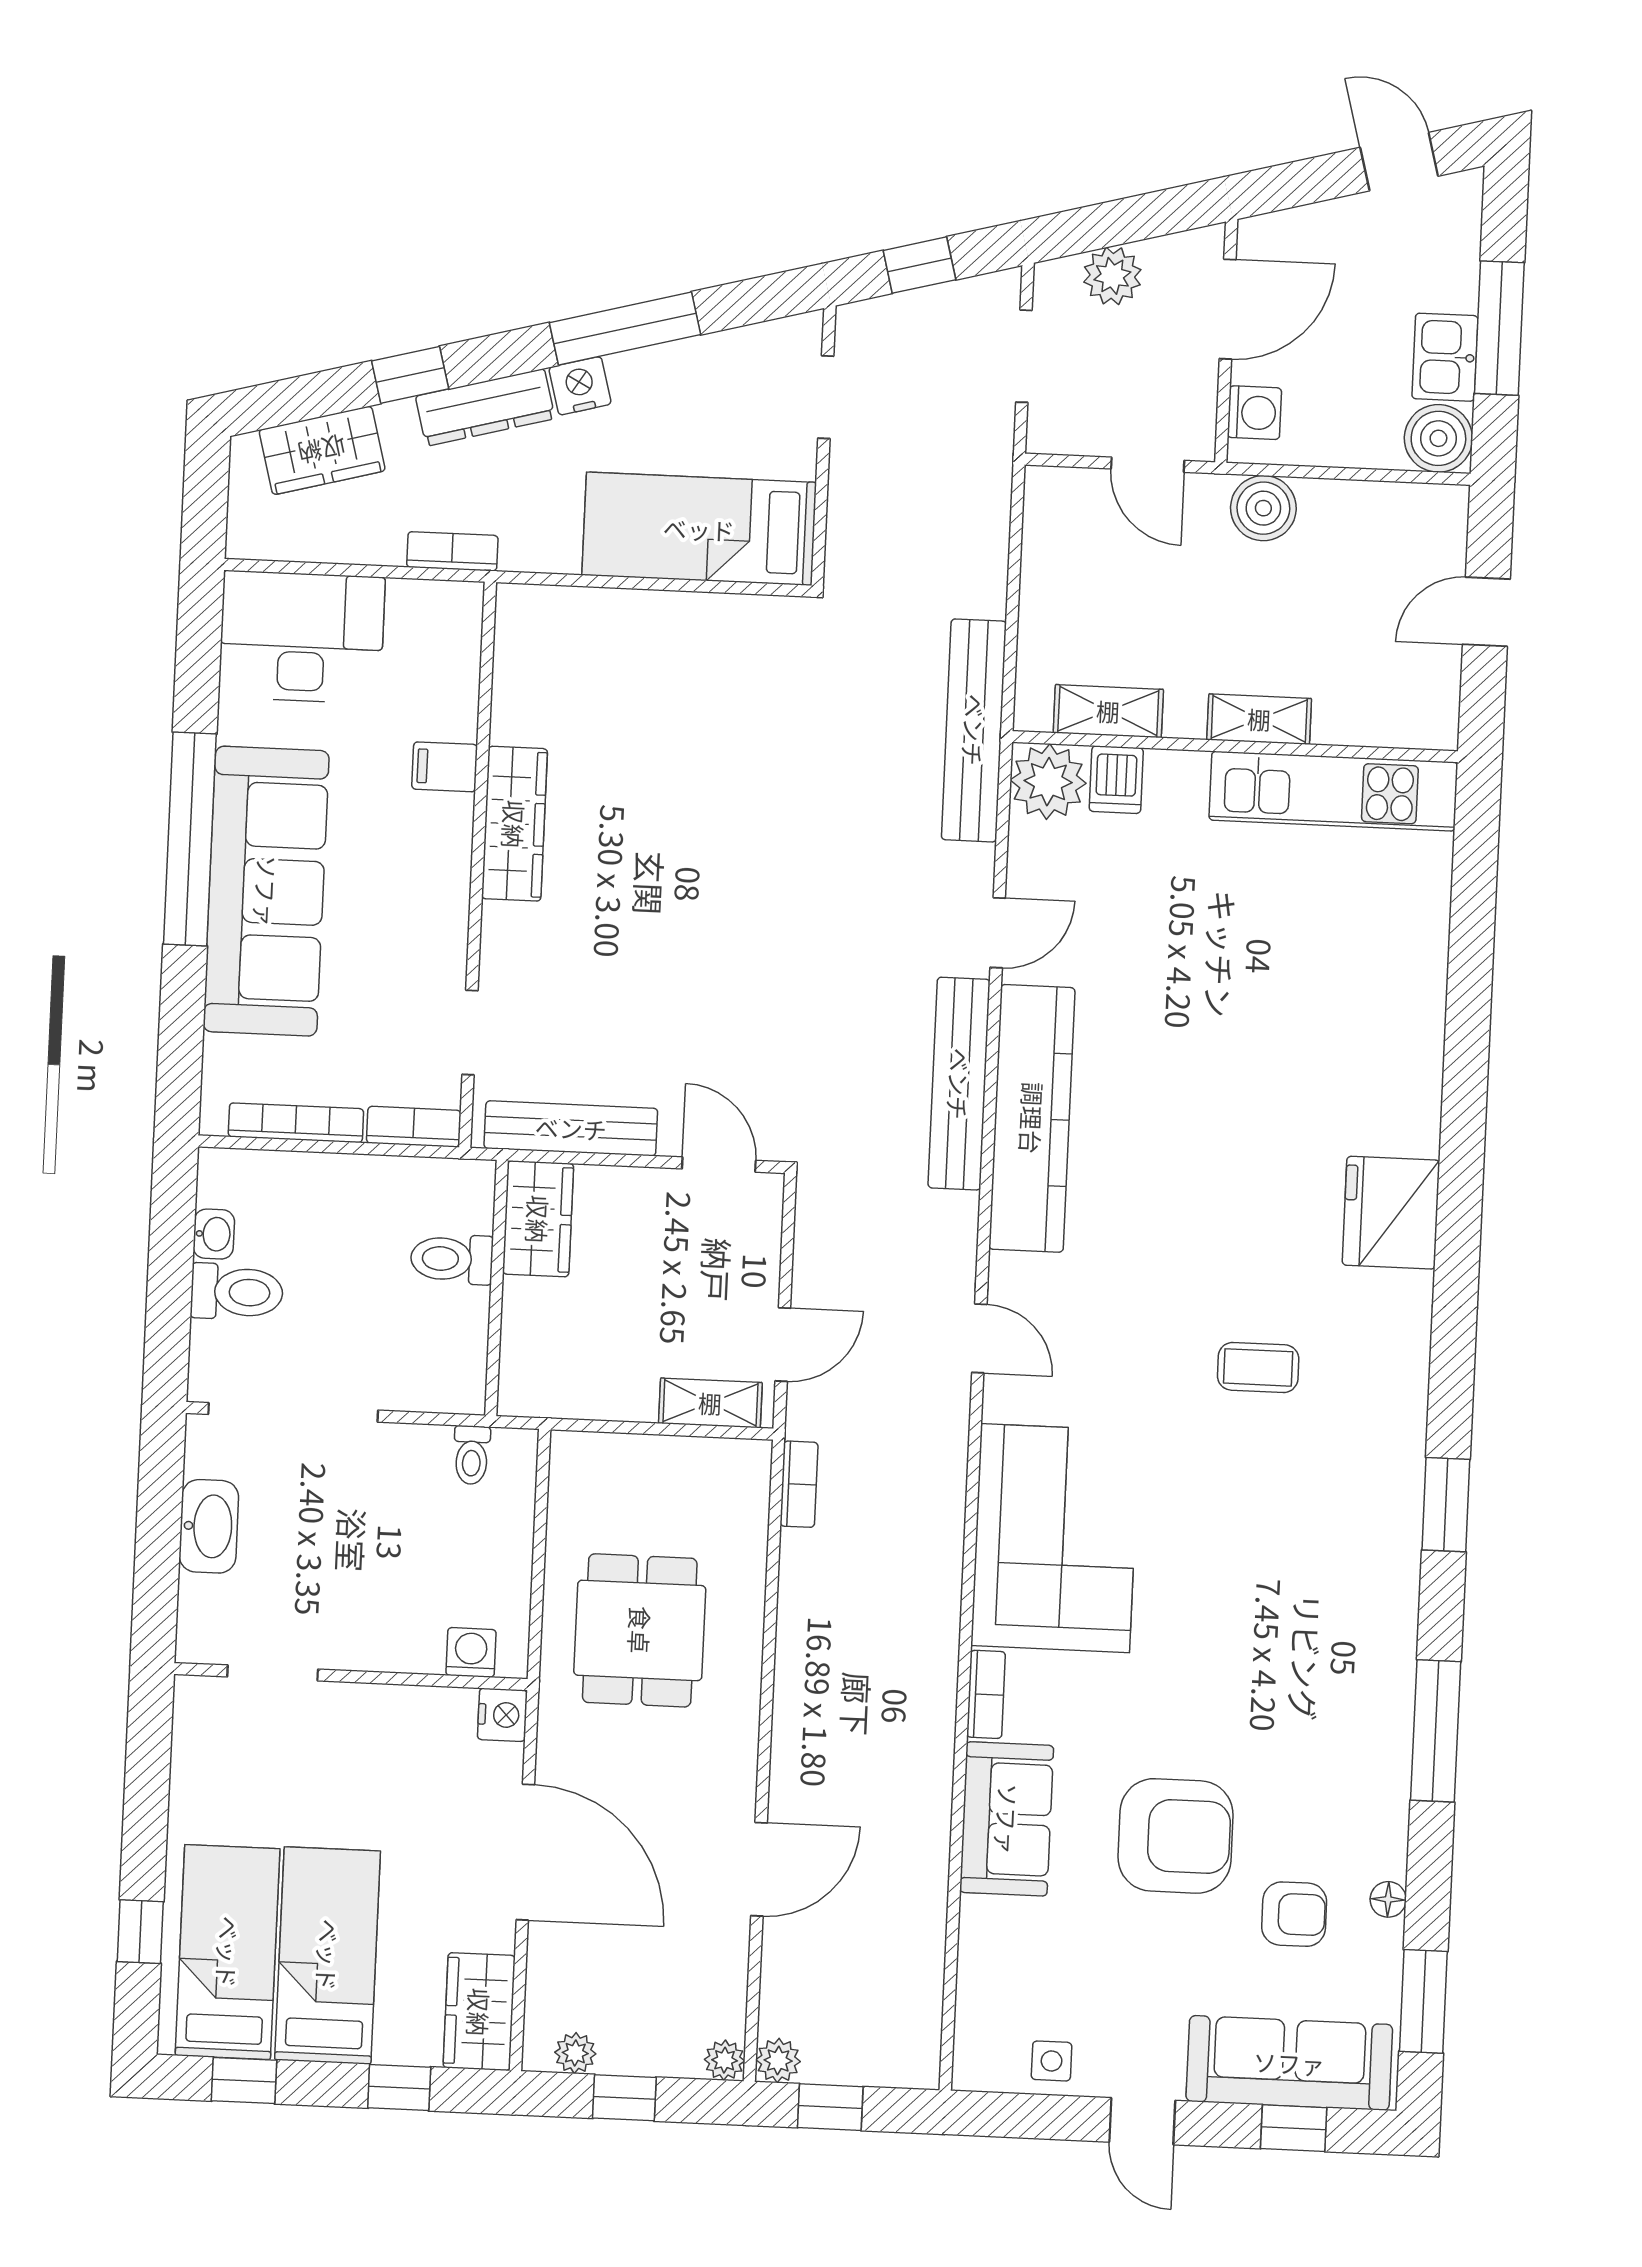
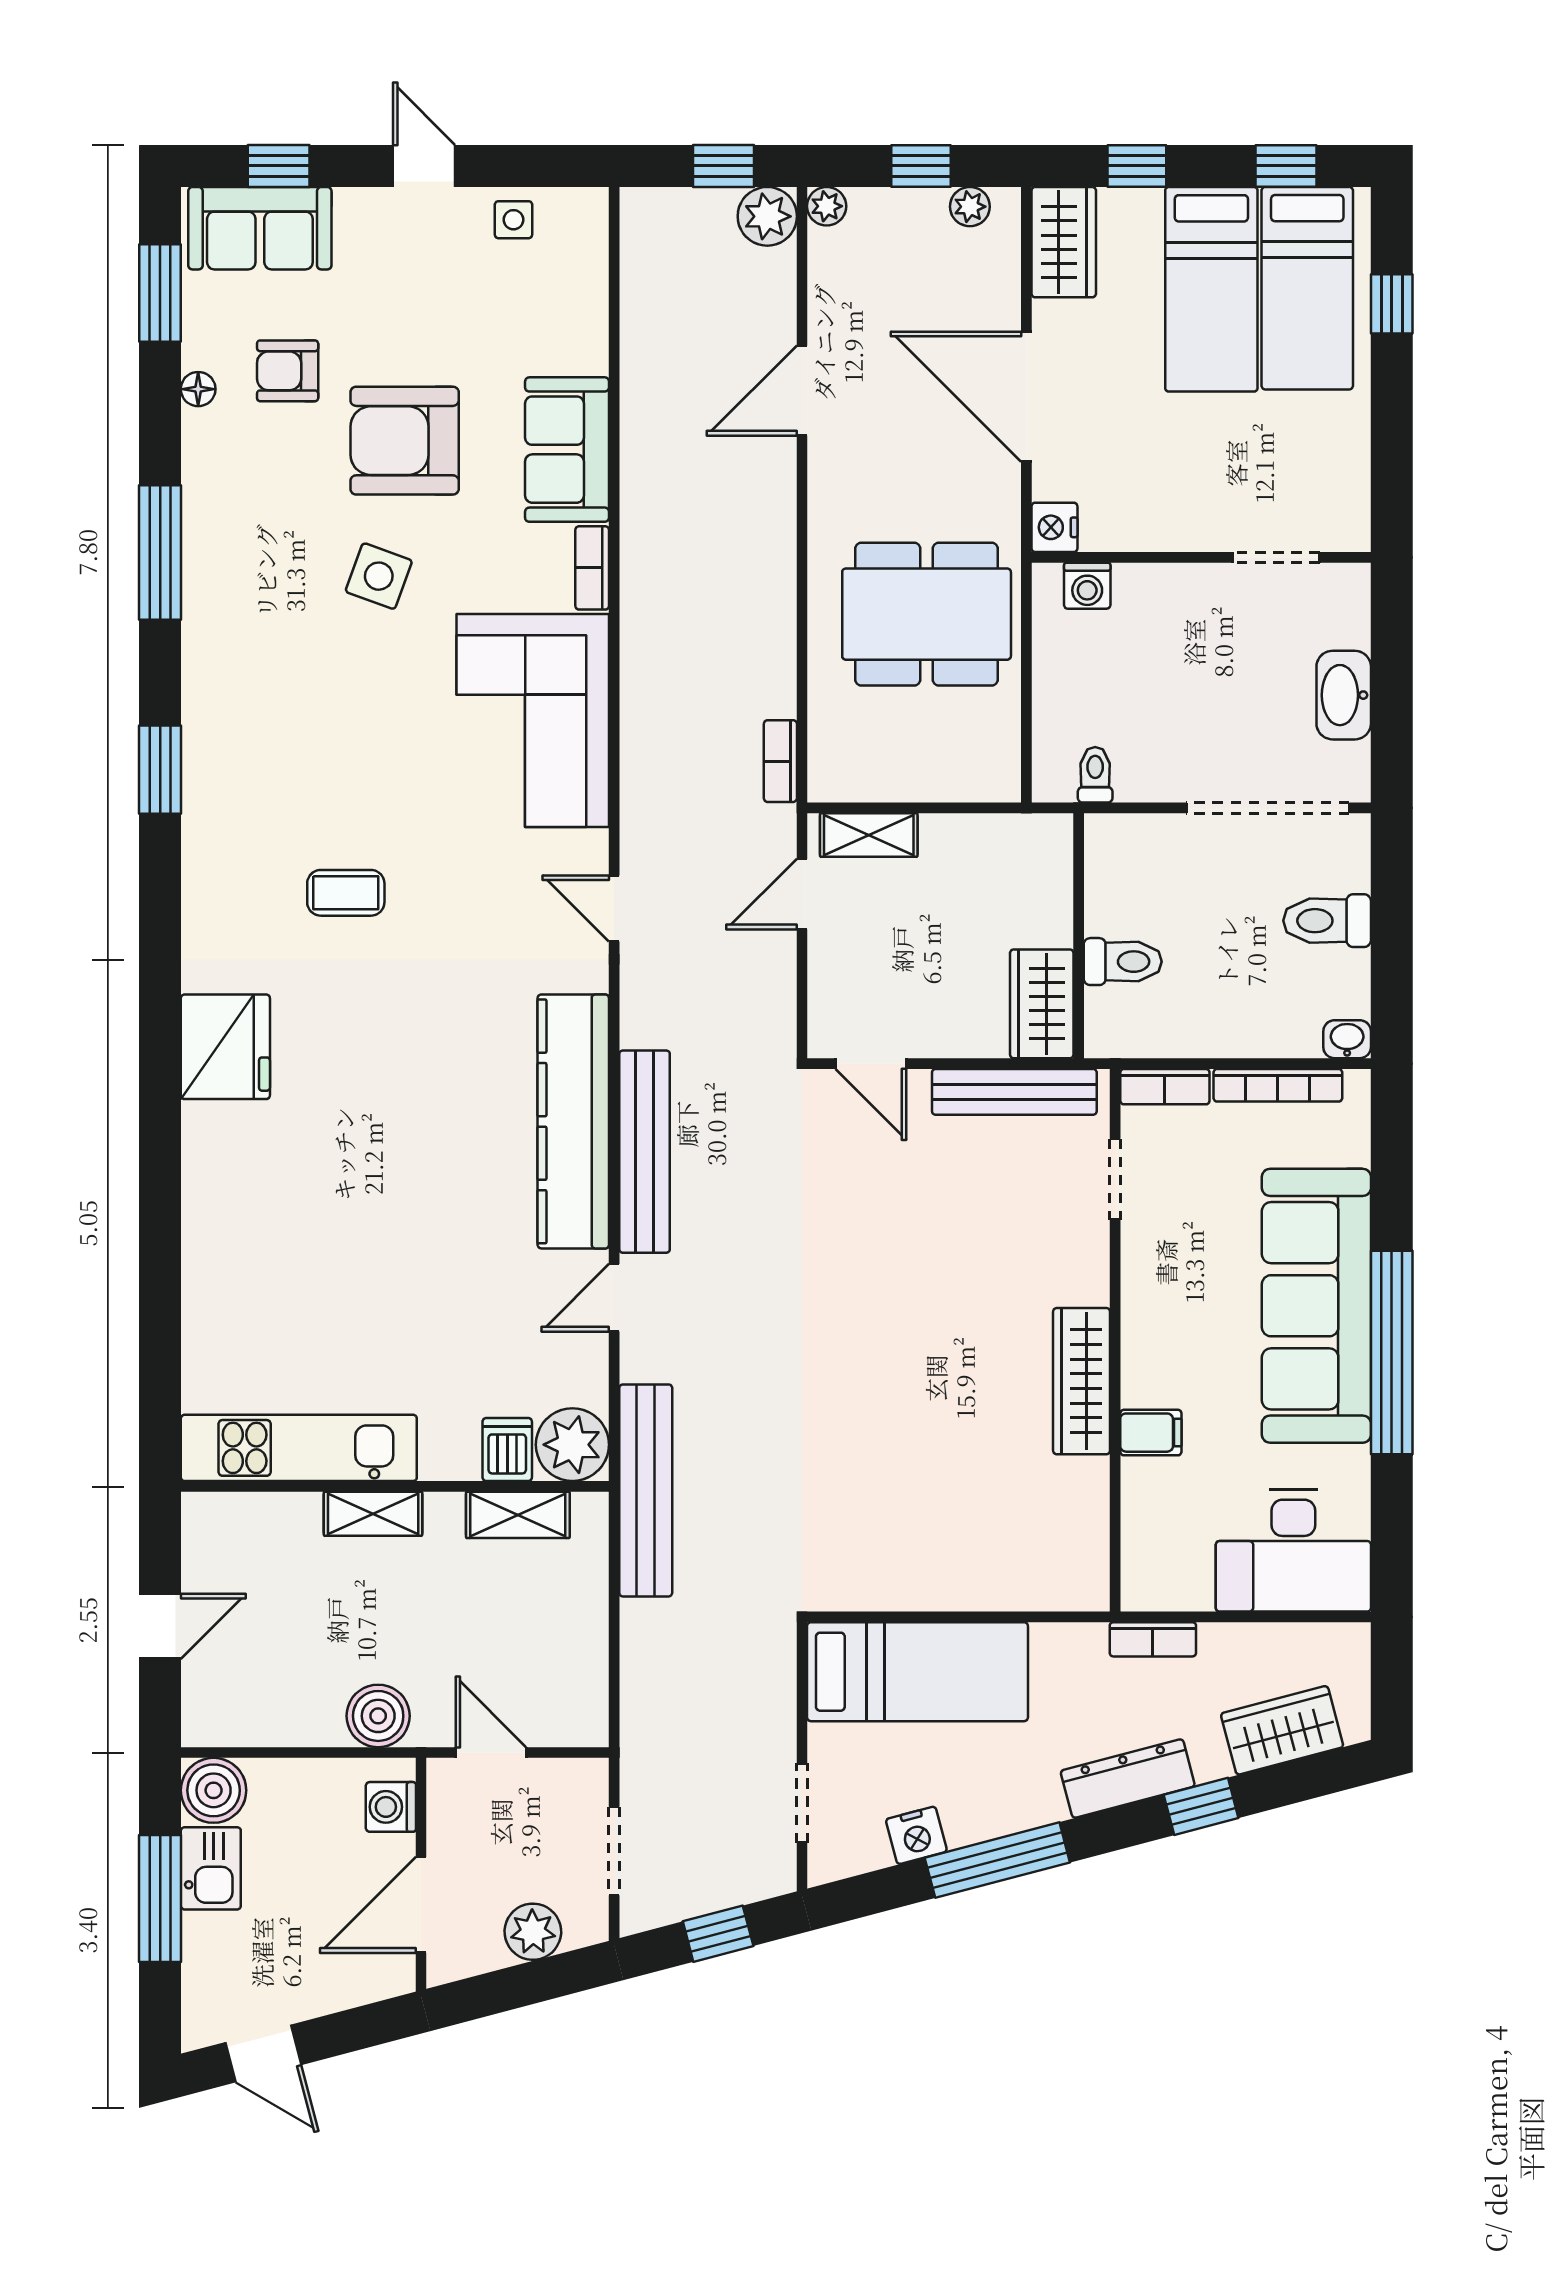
nightstand: (580, 386) -> (916, 1835), moved
washbasin: (214, 1234) -> (1347, 1039), moved, turned 90
dining table: (640, 1630) -> (927, 614), width x1.38
side table: (1209, 1696) -> (379, 576), added
plant: (778, 2061) -> (767, 216), width x1.38, depth x1.38
sofa: (1289, 2063) -> (260, 228), width x0.73

